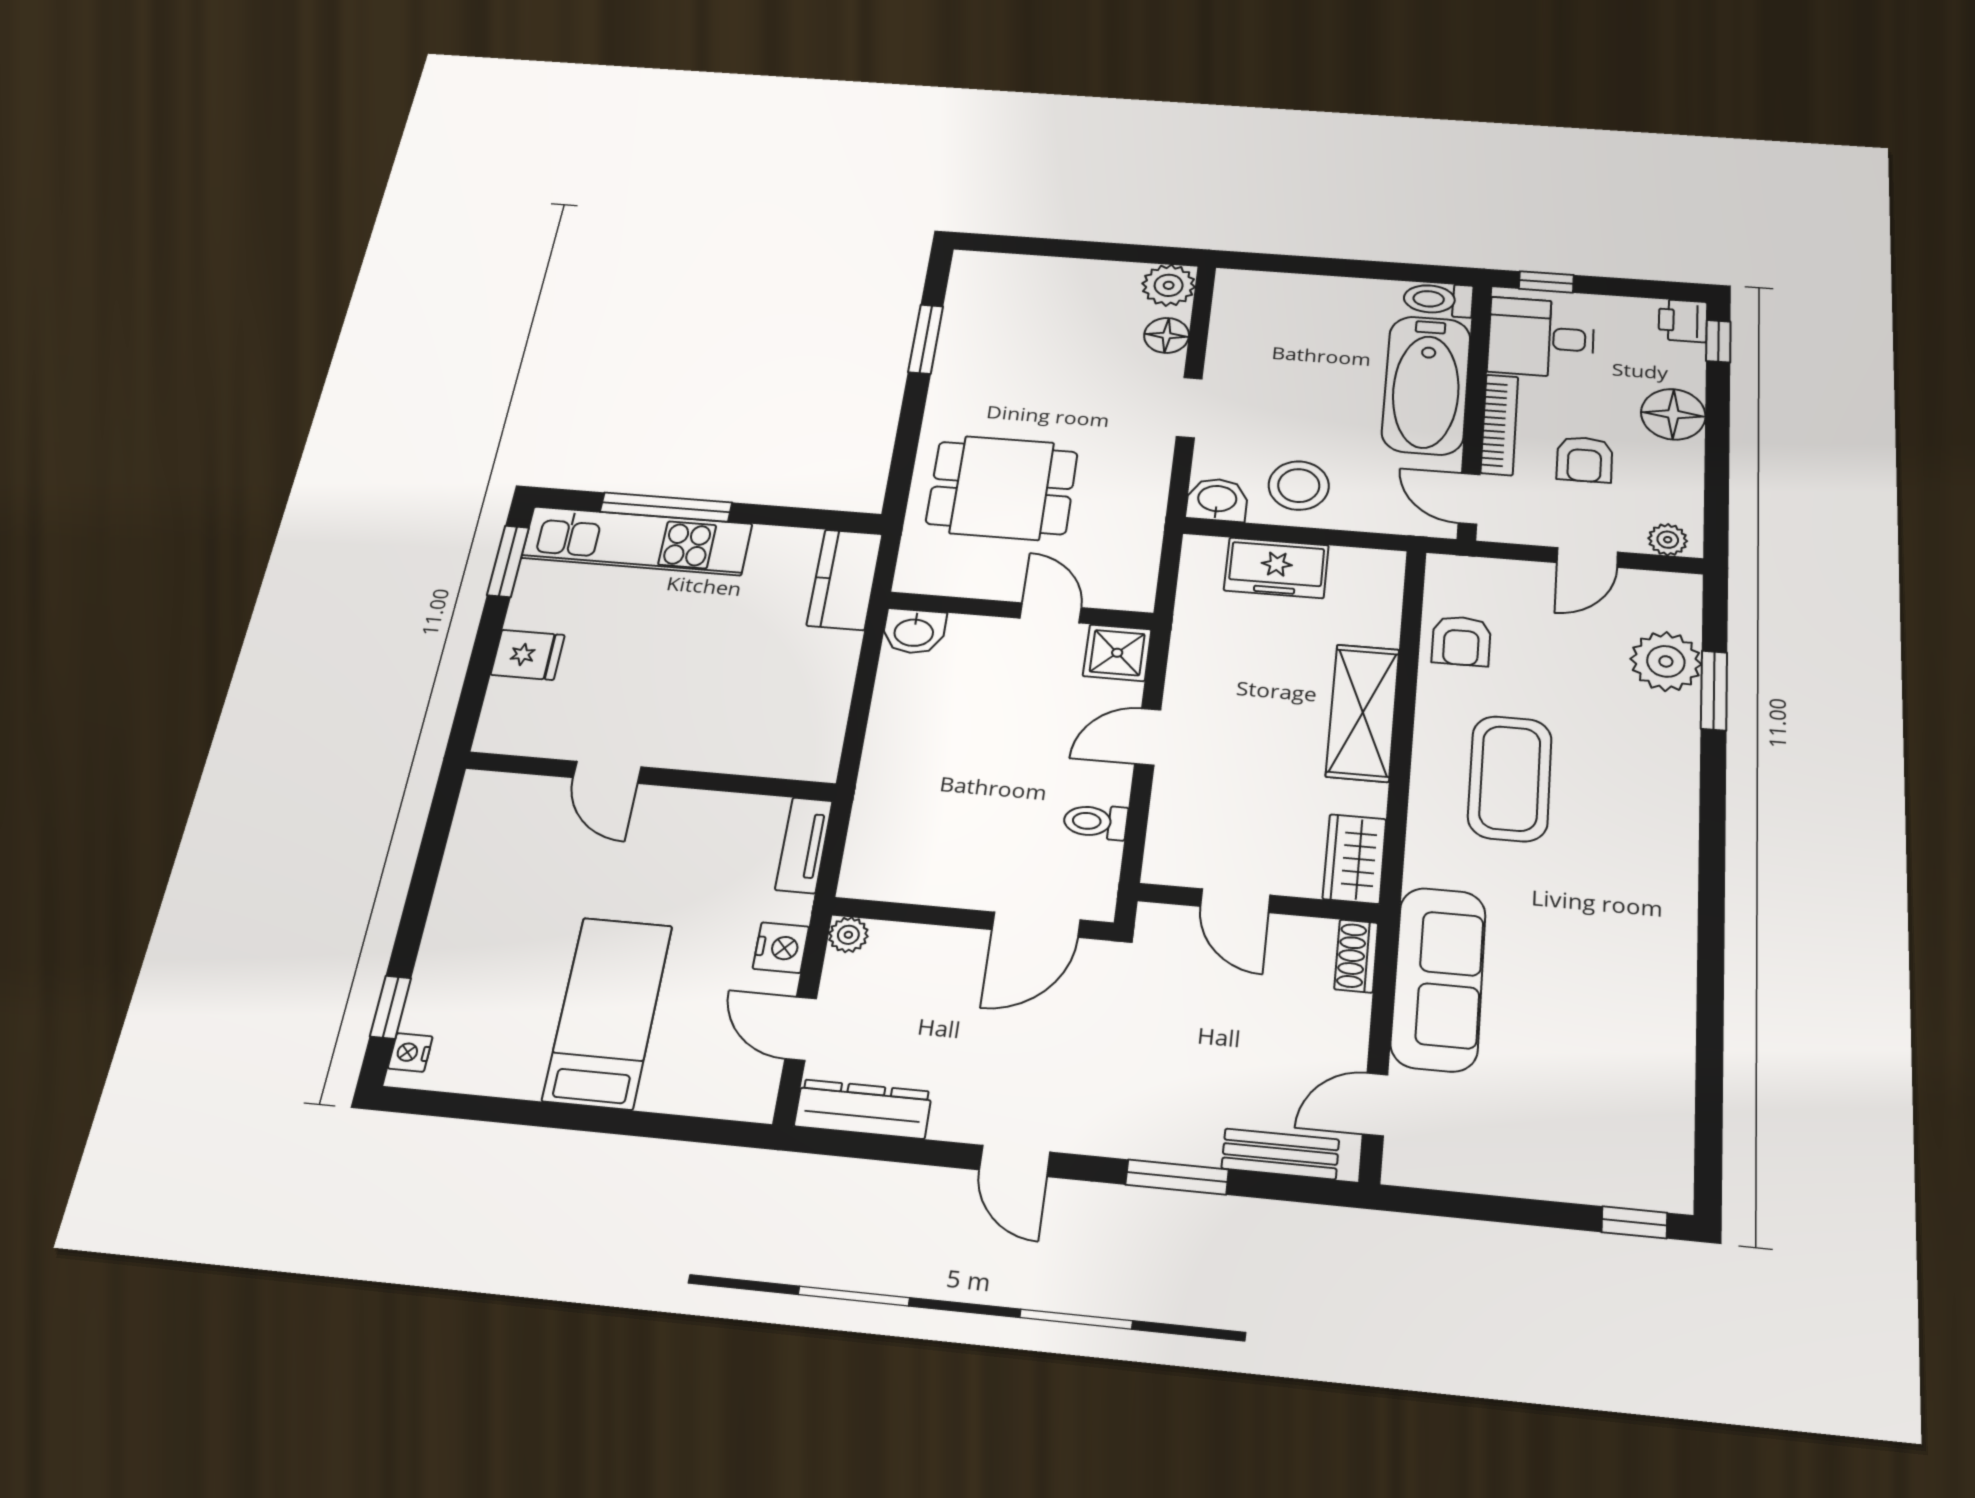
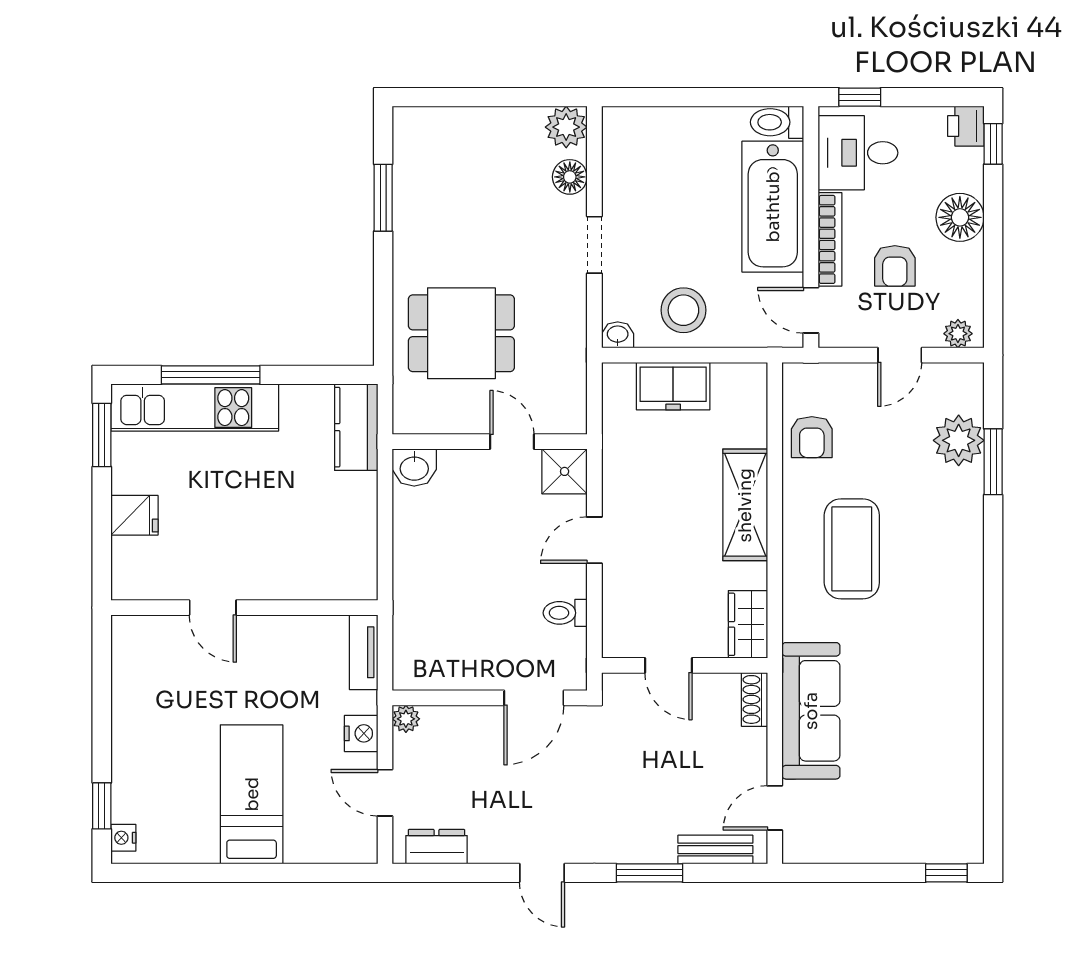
washbasin: (1217, 500) -> (618, 335), width x0.72, depth x0.69
dresser: (863, 1109) -> (437, 847), width x0.70

